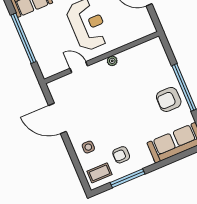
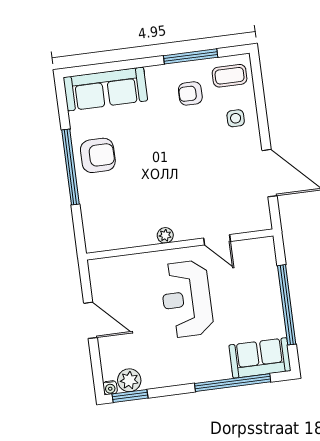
armchair: (121, 155) -> (190, 93), turned 180

